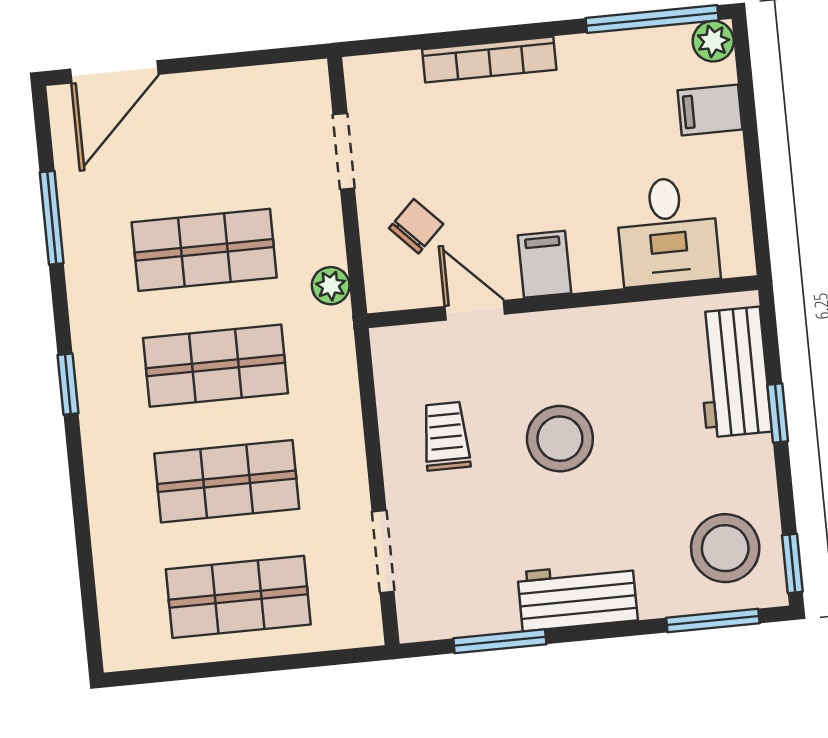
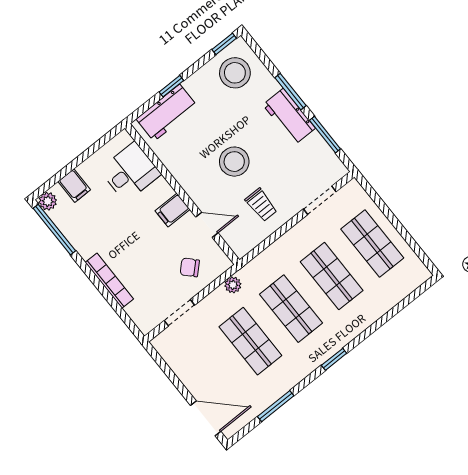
door: (475, 310) -> (207, 225), swing flipped
trolley: (446, 436) -> (261, 205), turned -90
window: (713, 620) -> (290, 92), moved

